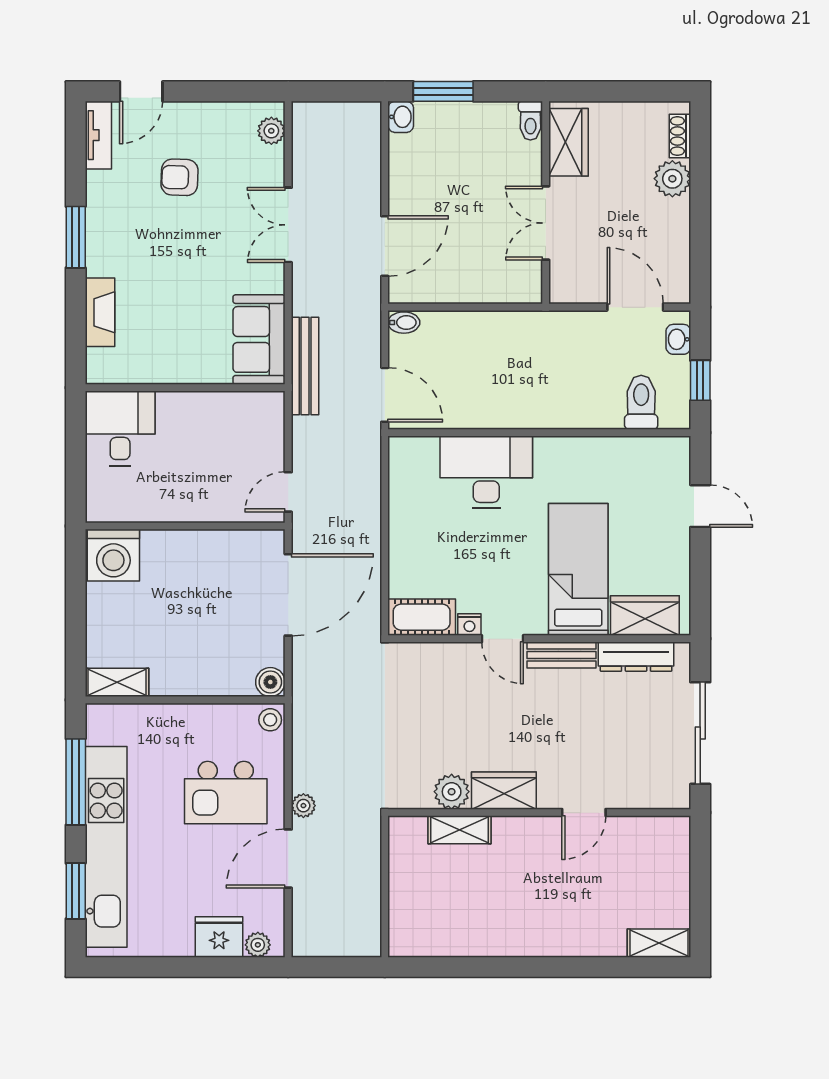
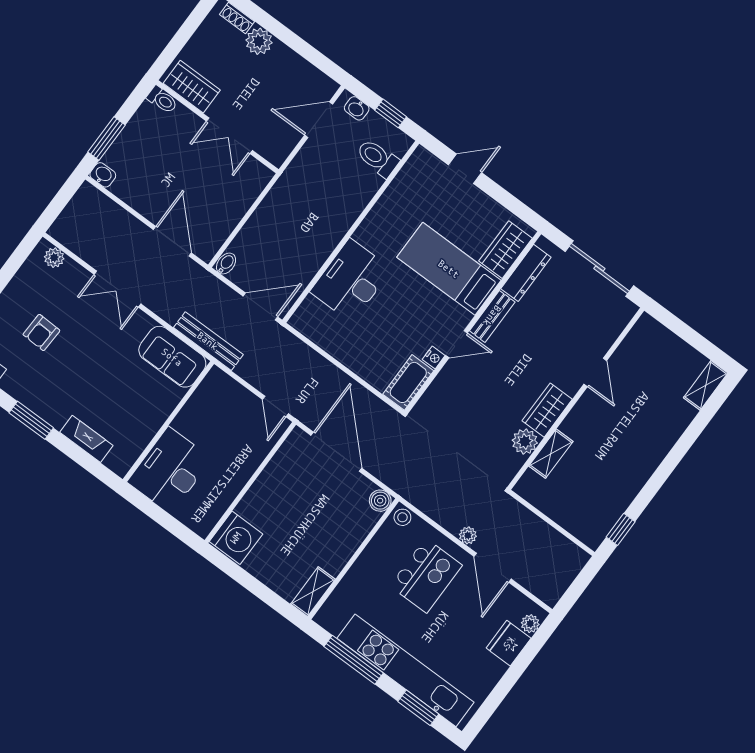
desk: (120, 428) -> (170, 470), width x1.37
window: (433, 967) -> (621, 529), added

